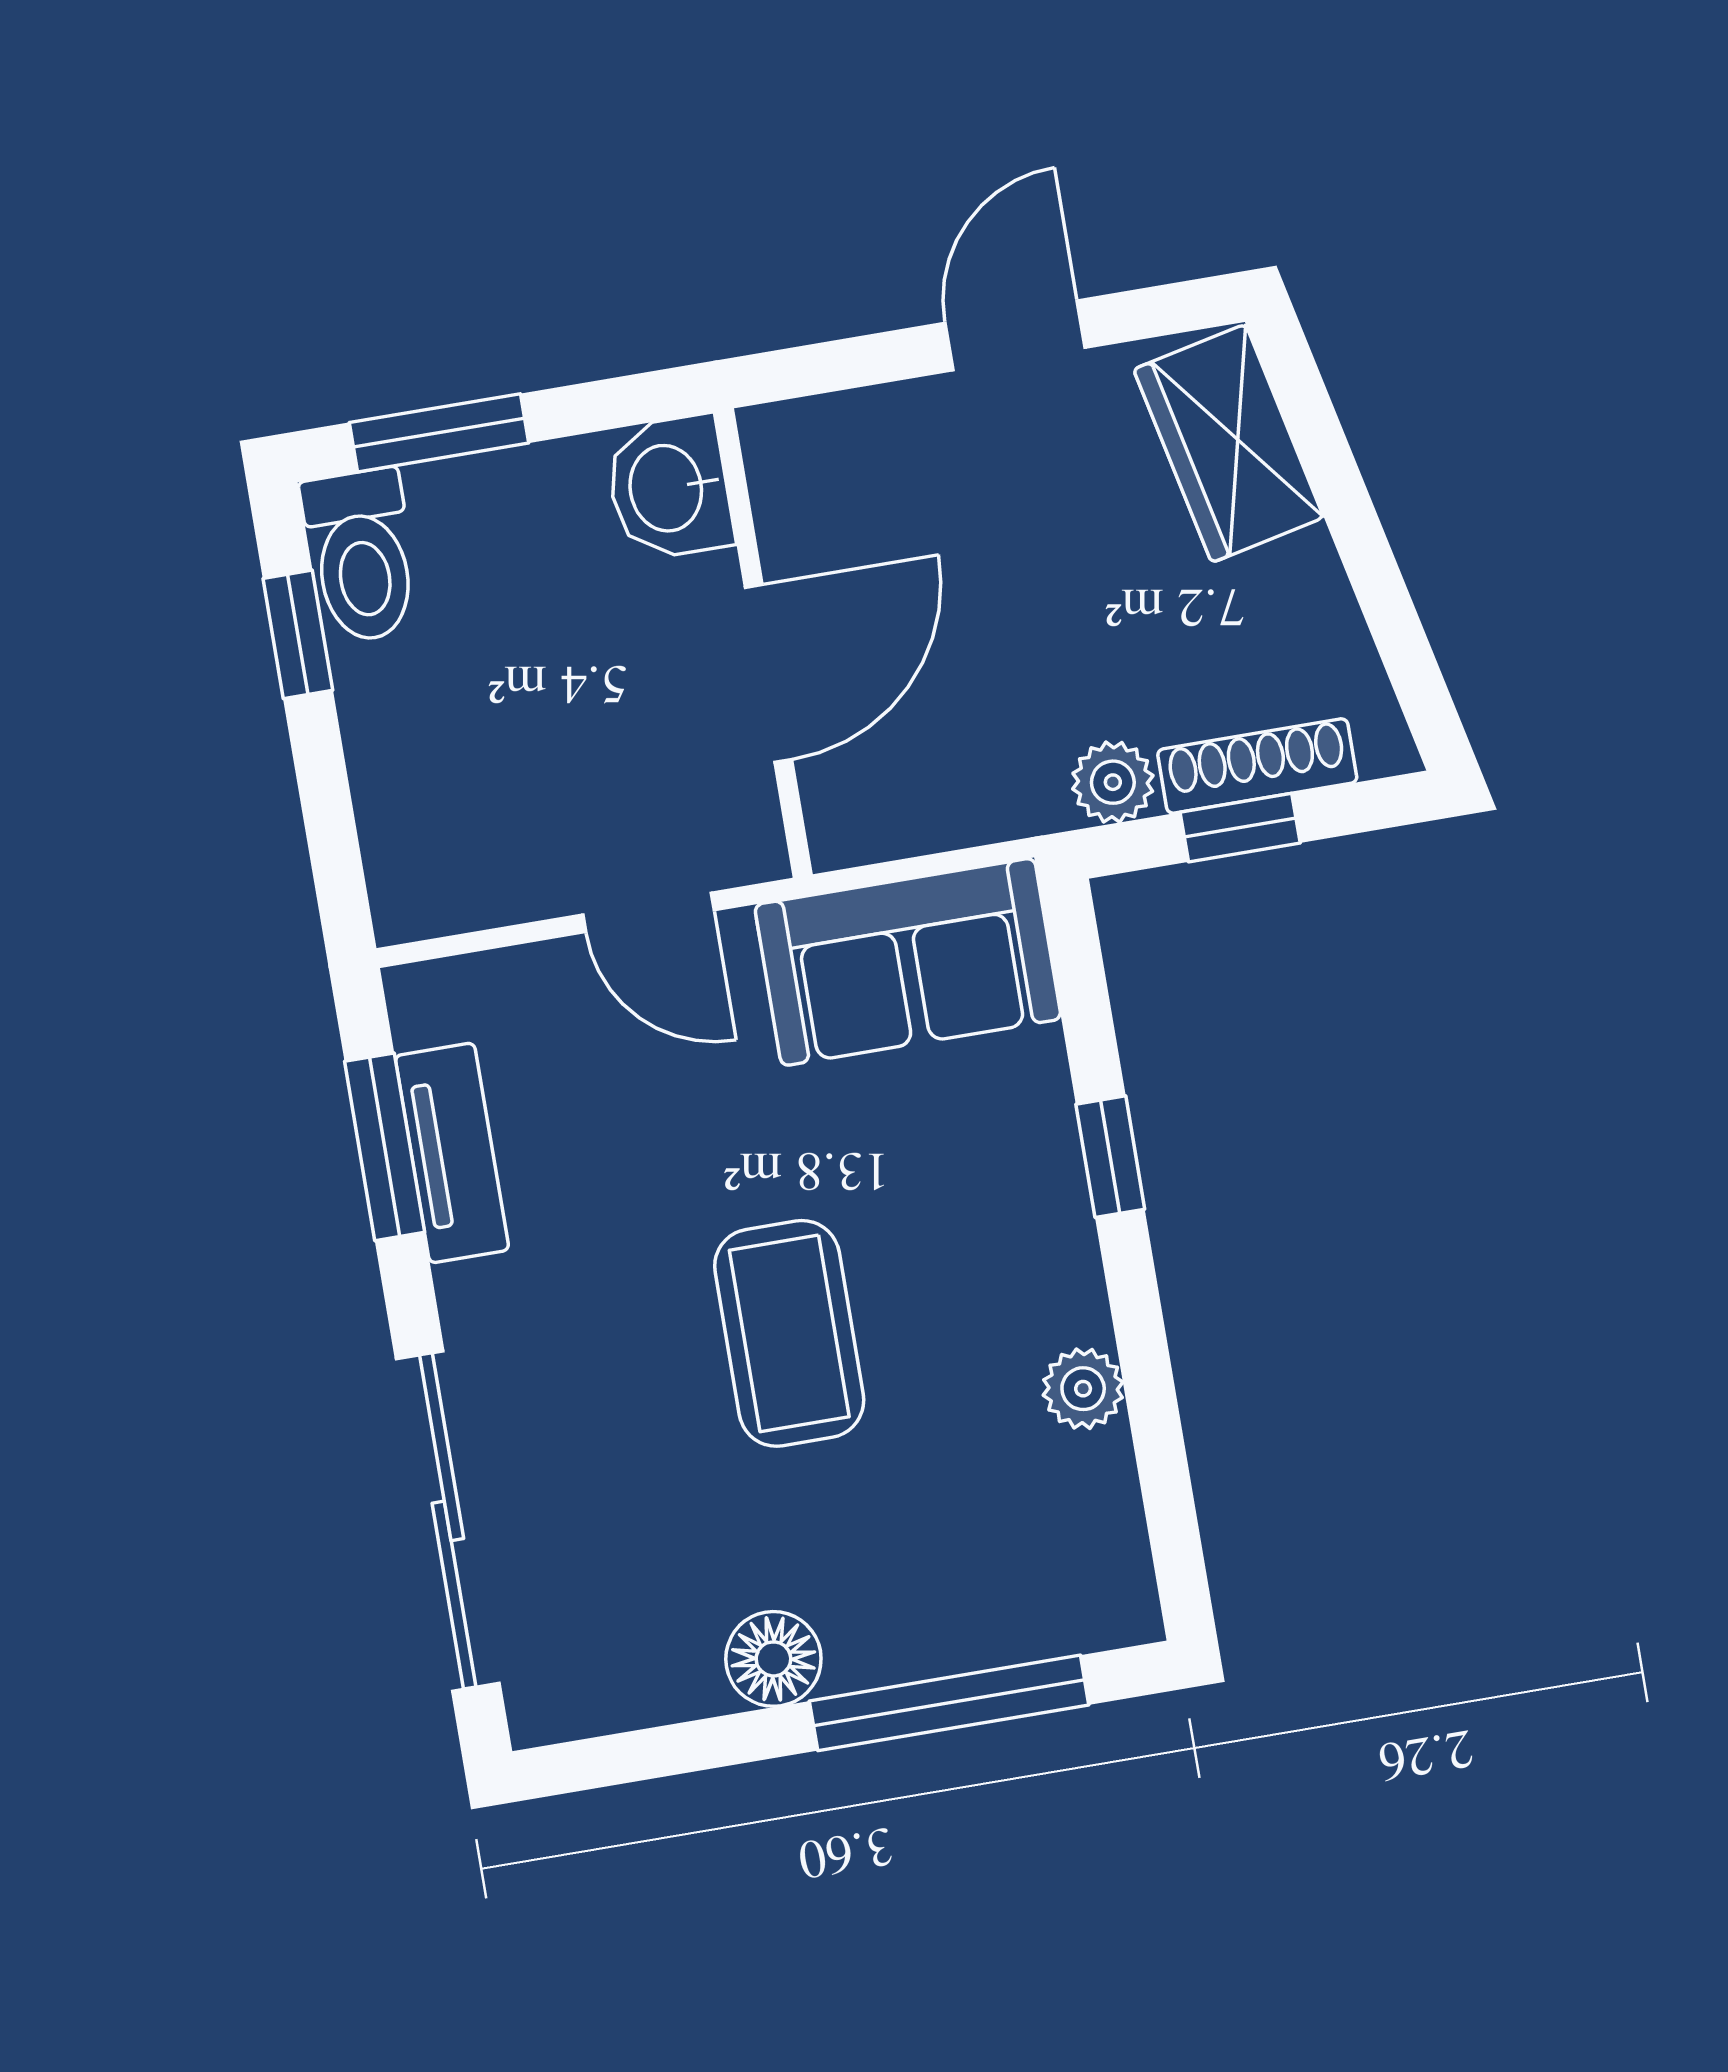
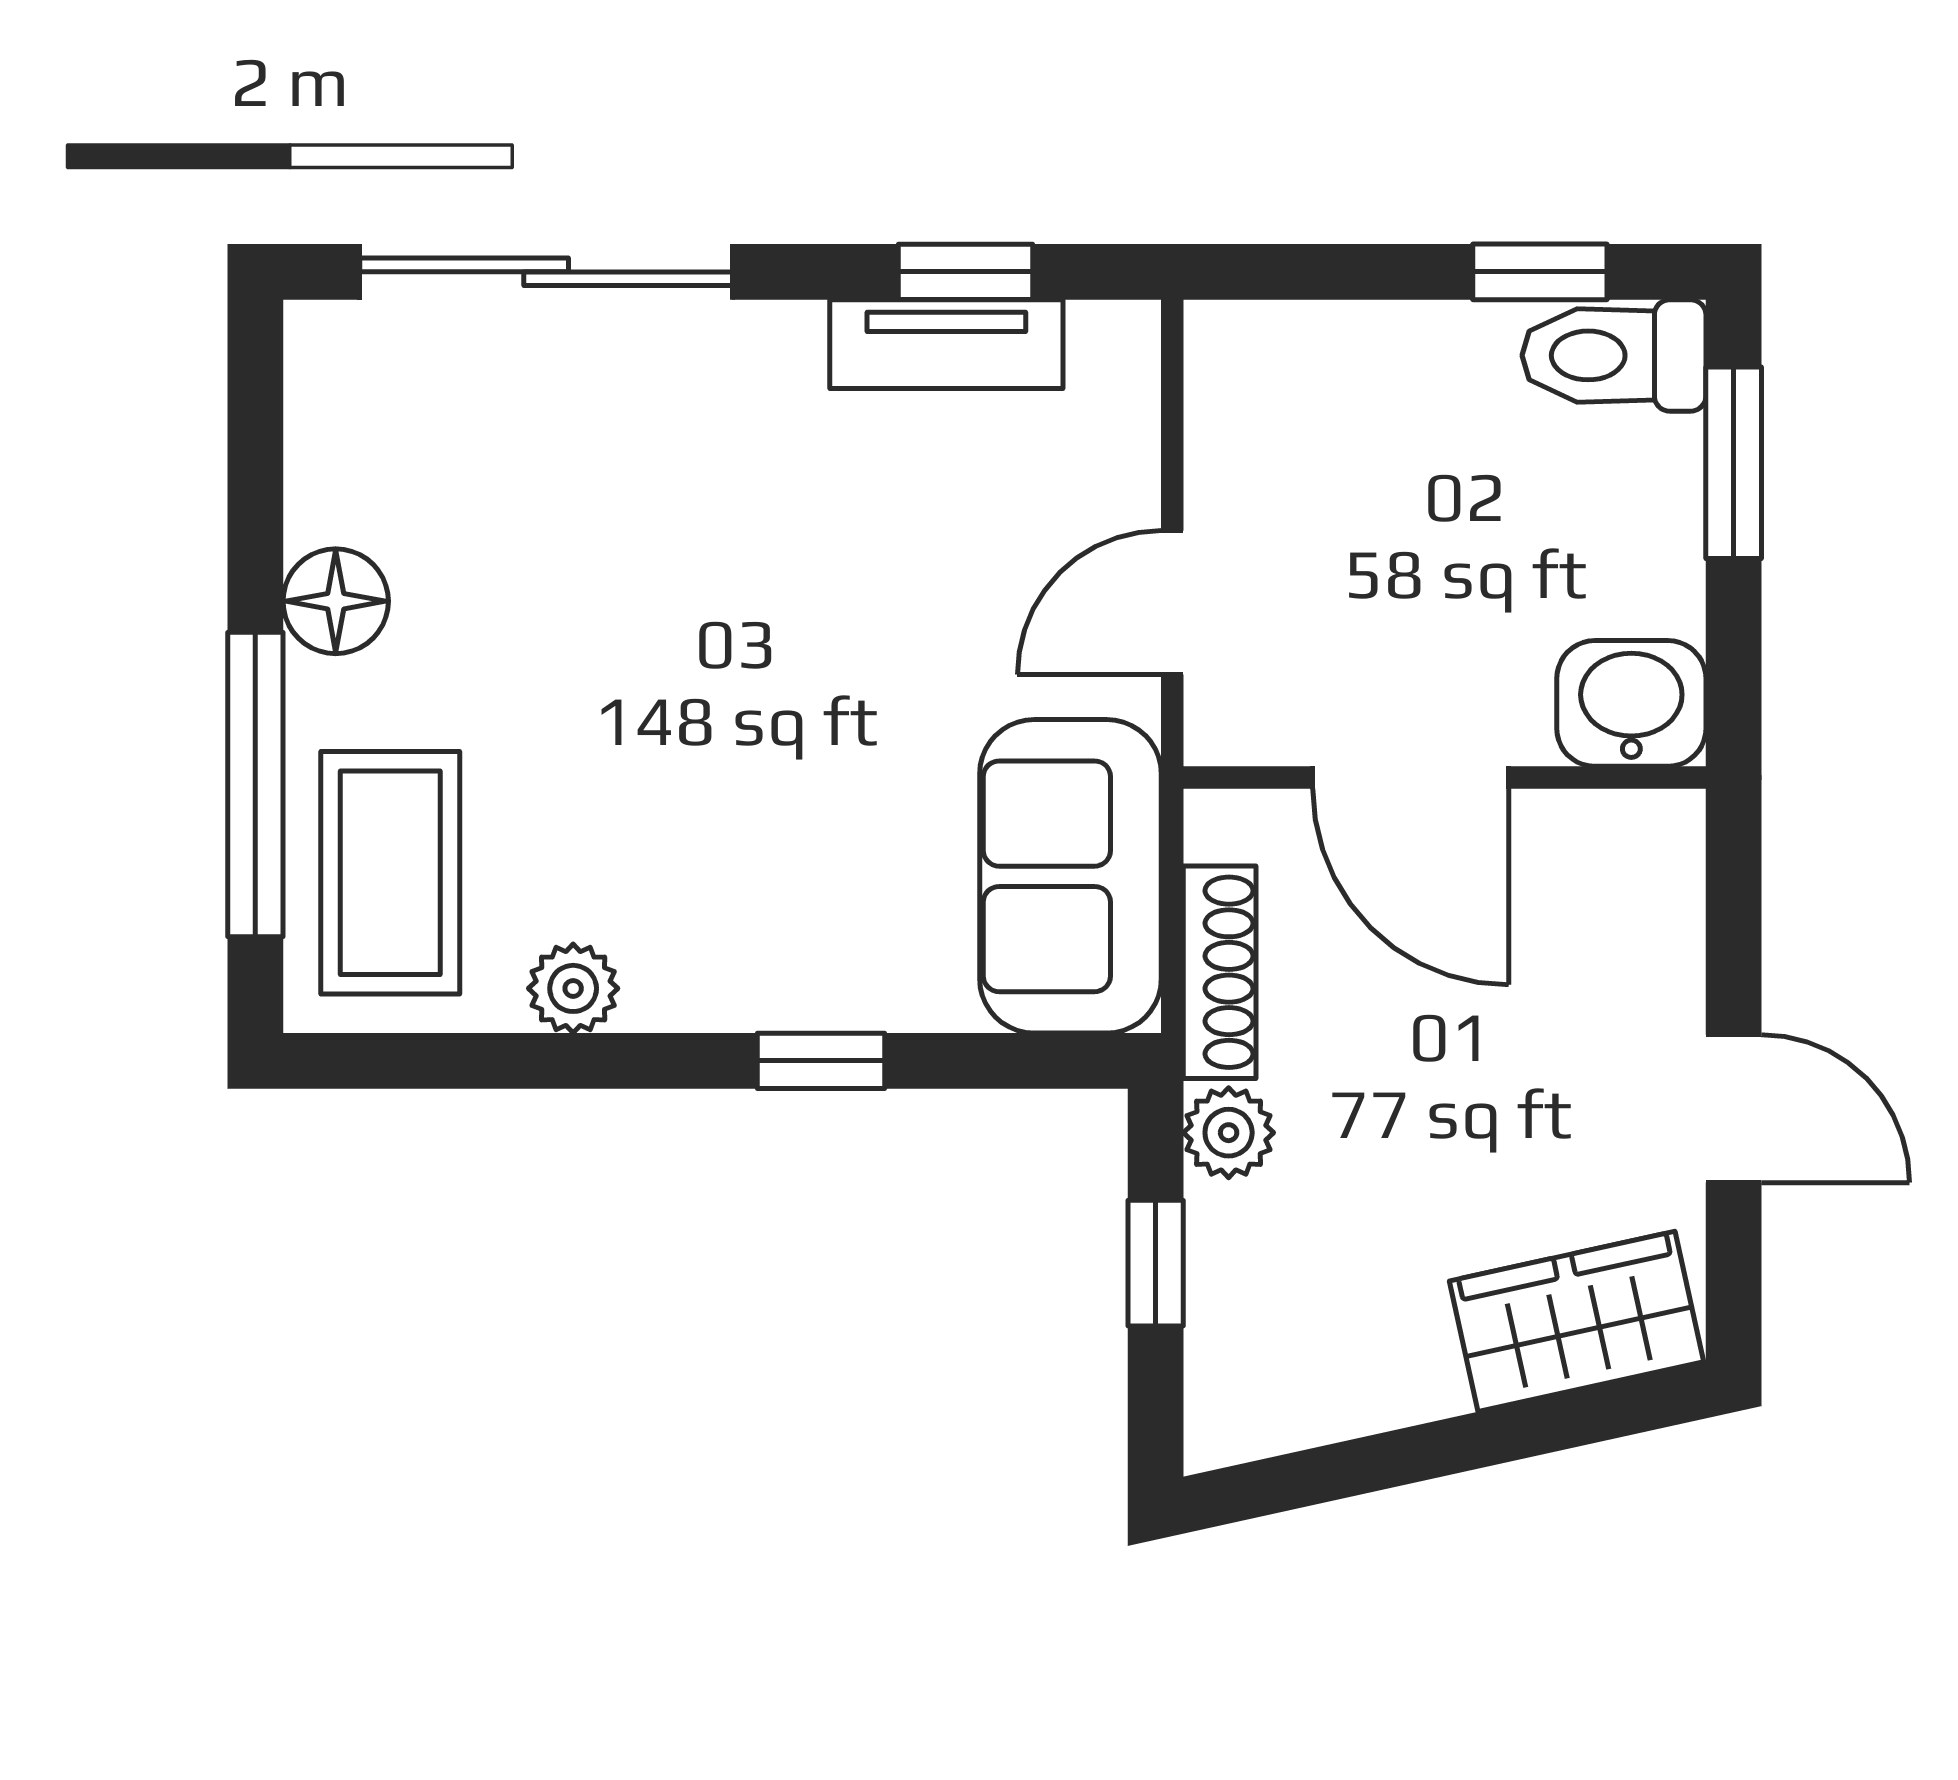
shoe rack: (1257, 766) -> (1220, 972), moved
window: (385, 1147) -> (965, 272), width x0.67
coffee table: (789, 1333) -> (390, 873), moved, turned 90

